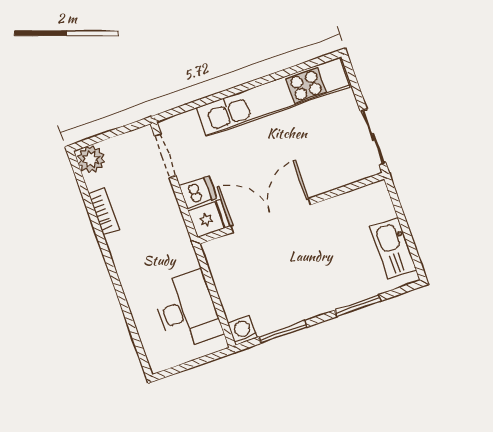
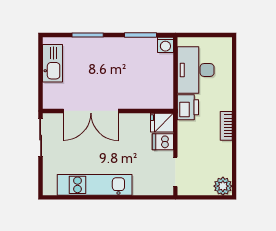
kitchen unit: (273, 97) -> (95, 185), width x0.73
bookcase: (104, 212) -> (226, 126), moved
double door: (271, 215) -> (91, 111), moved
printer: (180, 253) -> (188, 107), added

